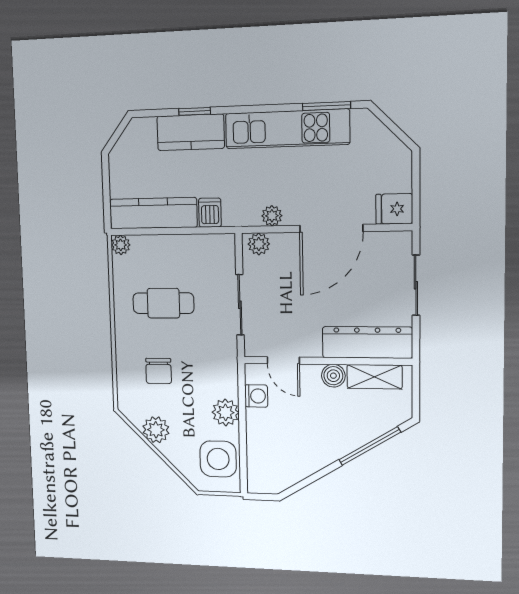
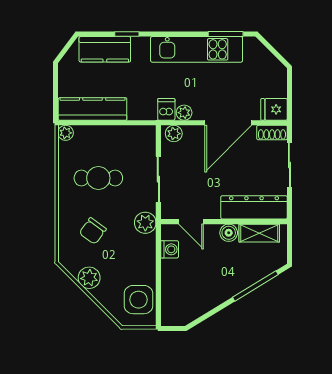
kitchen counter: (191, 132) -> (105, 49), moved
dishwasher: (210, 213) -> (166, 109), moved
shoe rack: (391, 241) -> (272, 133), added
chair: (159, 371) -> (93, 231), turned 36
plant: (226, 412) -> (145, 223), moved

